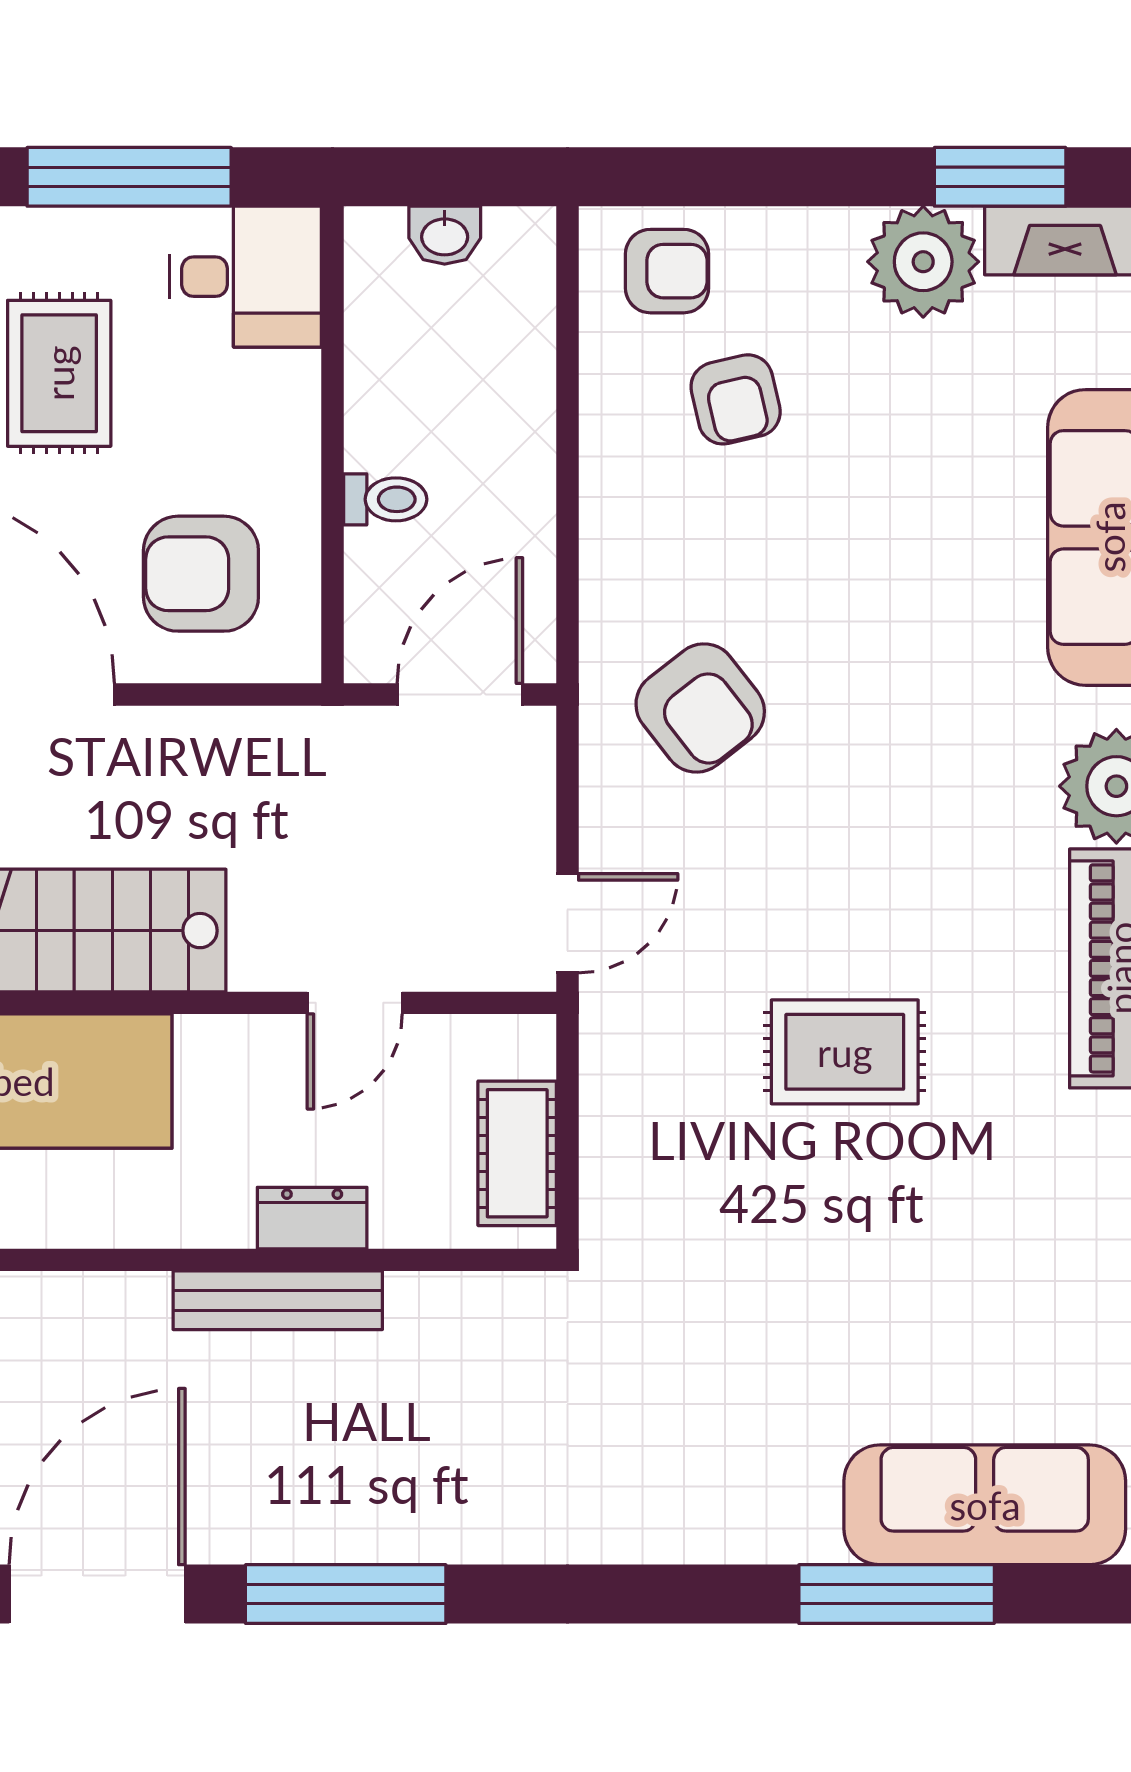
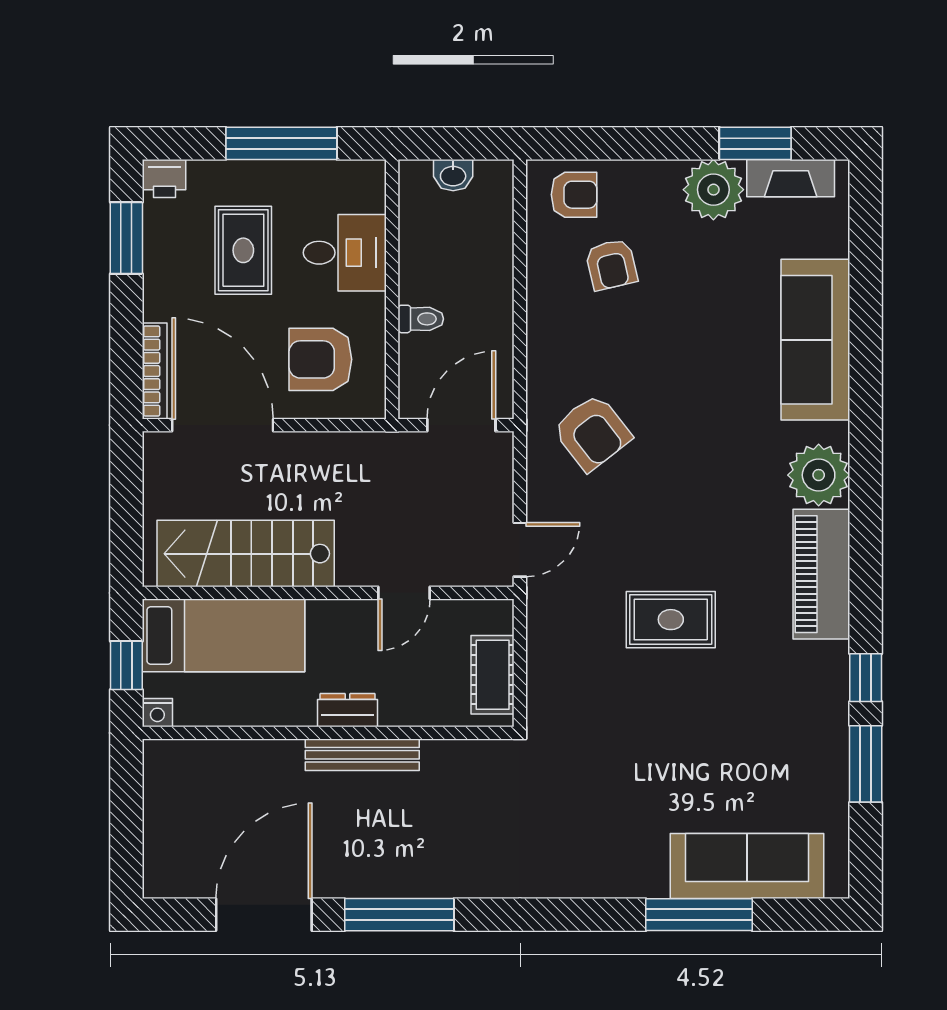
desk: (246, 277) -> (345, 253), moved
dresser: (312, 1218) -> (348, 710), moved

